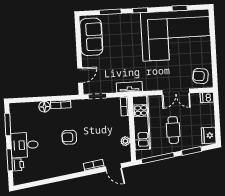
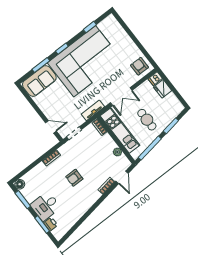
corner sofa: (176, 35) -> (85, 61), moved
sofa: (91, 37) -> (39, 81), moved, turned 90
door: (80, 75) -> (51, 127), hinge flipped
armchair: (200, 76) -> (139, 66), turned 83
double door: (176, 92) -> (121, 97), moved
floor lamp: (44, 107) -> (20, 184), moved
fridge: (209, 135) -> (163, 89), moved
door: (114, 167) -> (122, 177), hinge flipped

